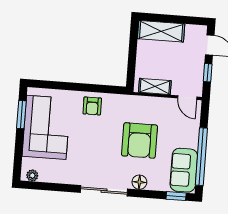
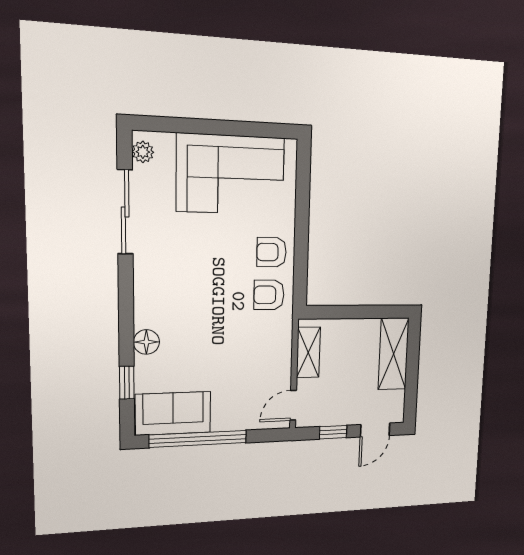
window: (21, 115) -> (250, 129), removed
armchair: (140, 140) -> (269, 295), moved, width x0.53, depth x0.53
sliding door: (104, 191) -> (125, 212), moved
window: (176, 196) -> (127, 383), moved

